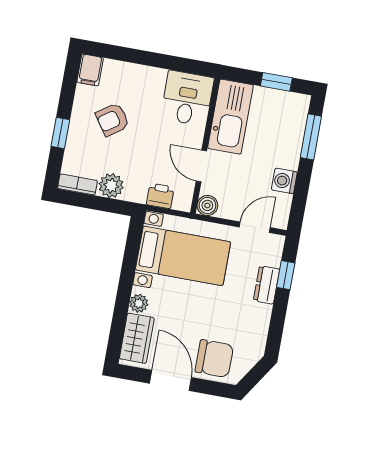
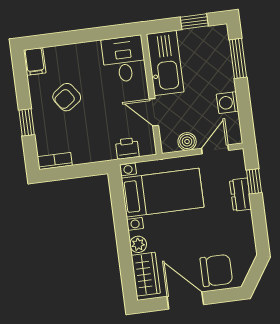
plant: (111, 186) -> (83, 153), removed
boiler: (207, 205) -> (187, 142), moved

